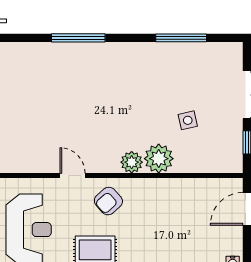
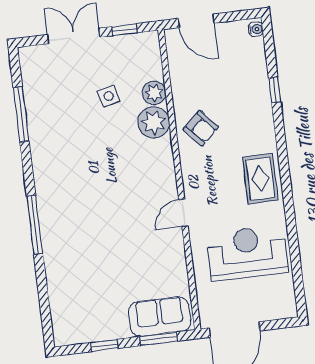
plant: (132, 162) -> (154, 93), moved
armchair: (108, 201) -> (201, 128), moved

